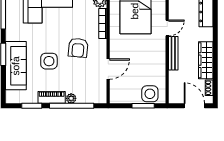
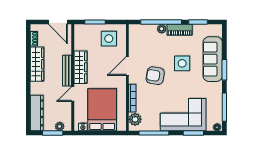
armchair: (78, 48) -> (155, 76), turned -85
wardrobe: (159, 57) -> (80, 67), added
door: (108, 69) -> (127, 66), moved
side table: (150, 94) -> (109, 39), moved
door: (194, 106) -> (58, 22), moved

